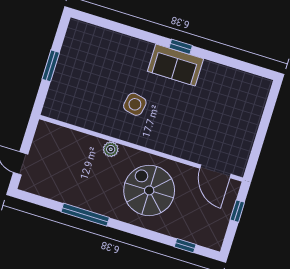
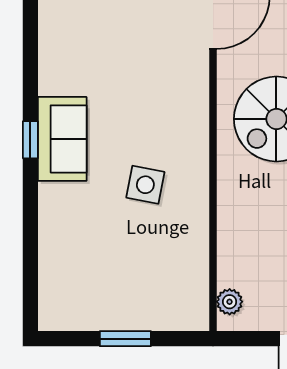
plant: (111, 149) -> (230, 302), moved

